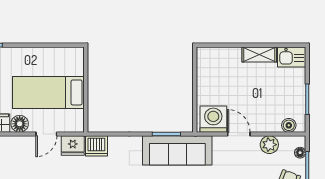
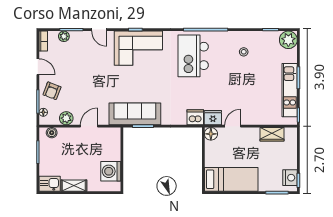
bed: (48, 92) -> (231, 179), moved
washing machine: (213, 119) -> (111, 171), moved, turned 90
floor lamp: (20, 124) -> (211, 134), moved
door: (239, 134) -> (89, 126), swing flipped

